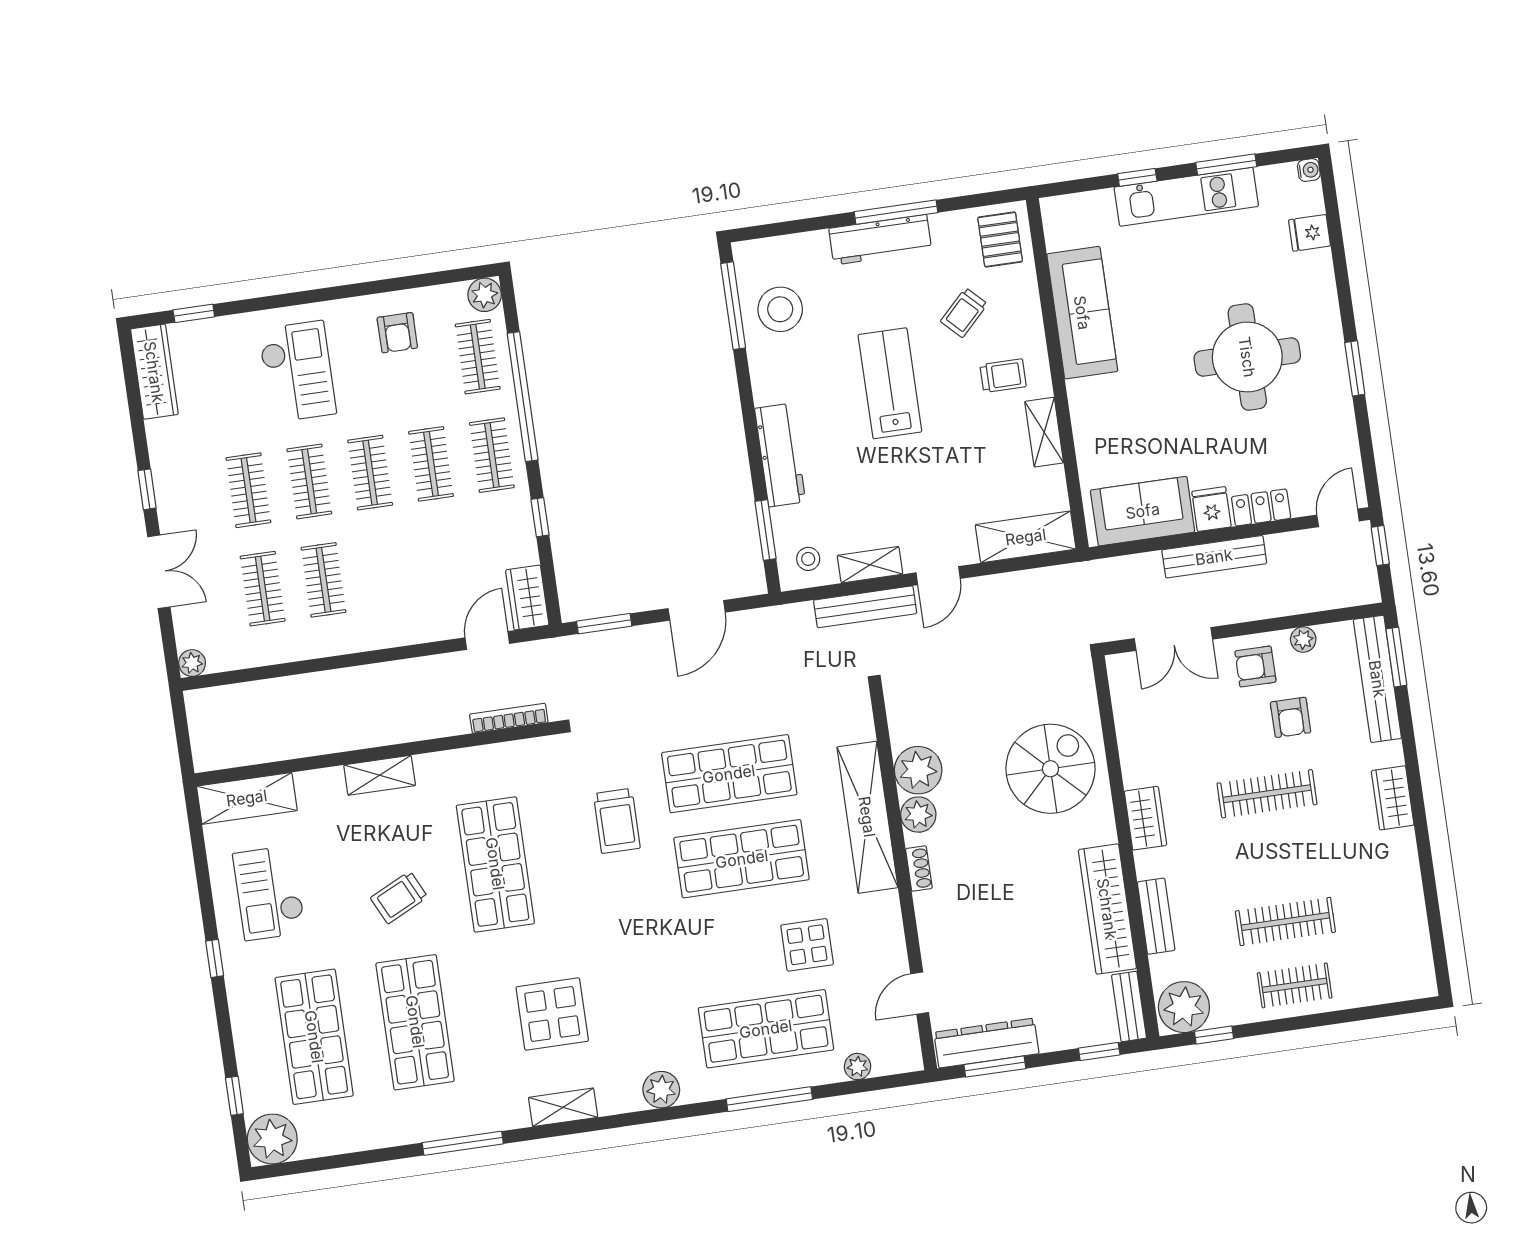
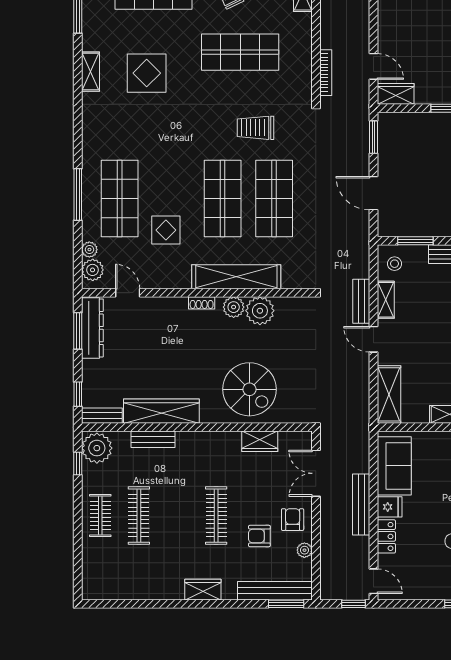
bench: (865, 607) -> (361, 301), width x0.73
wardrobe: (1145, 818) -> (260, 441), moved
plant: (661, 1090) -> (93, 270), moved

